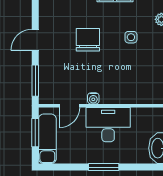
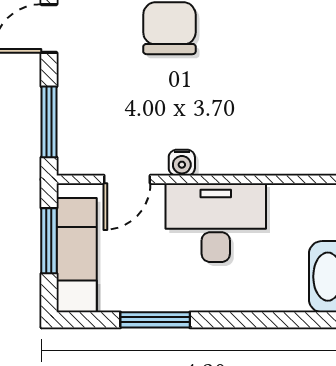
side table: (131, 37) -> (268, 22), removed
window: (104, 167) -> (155, 320), moved

